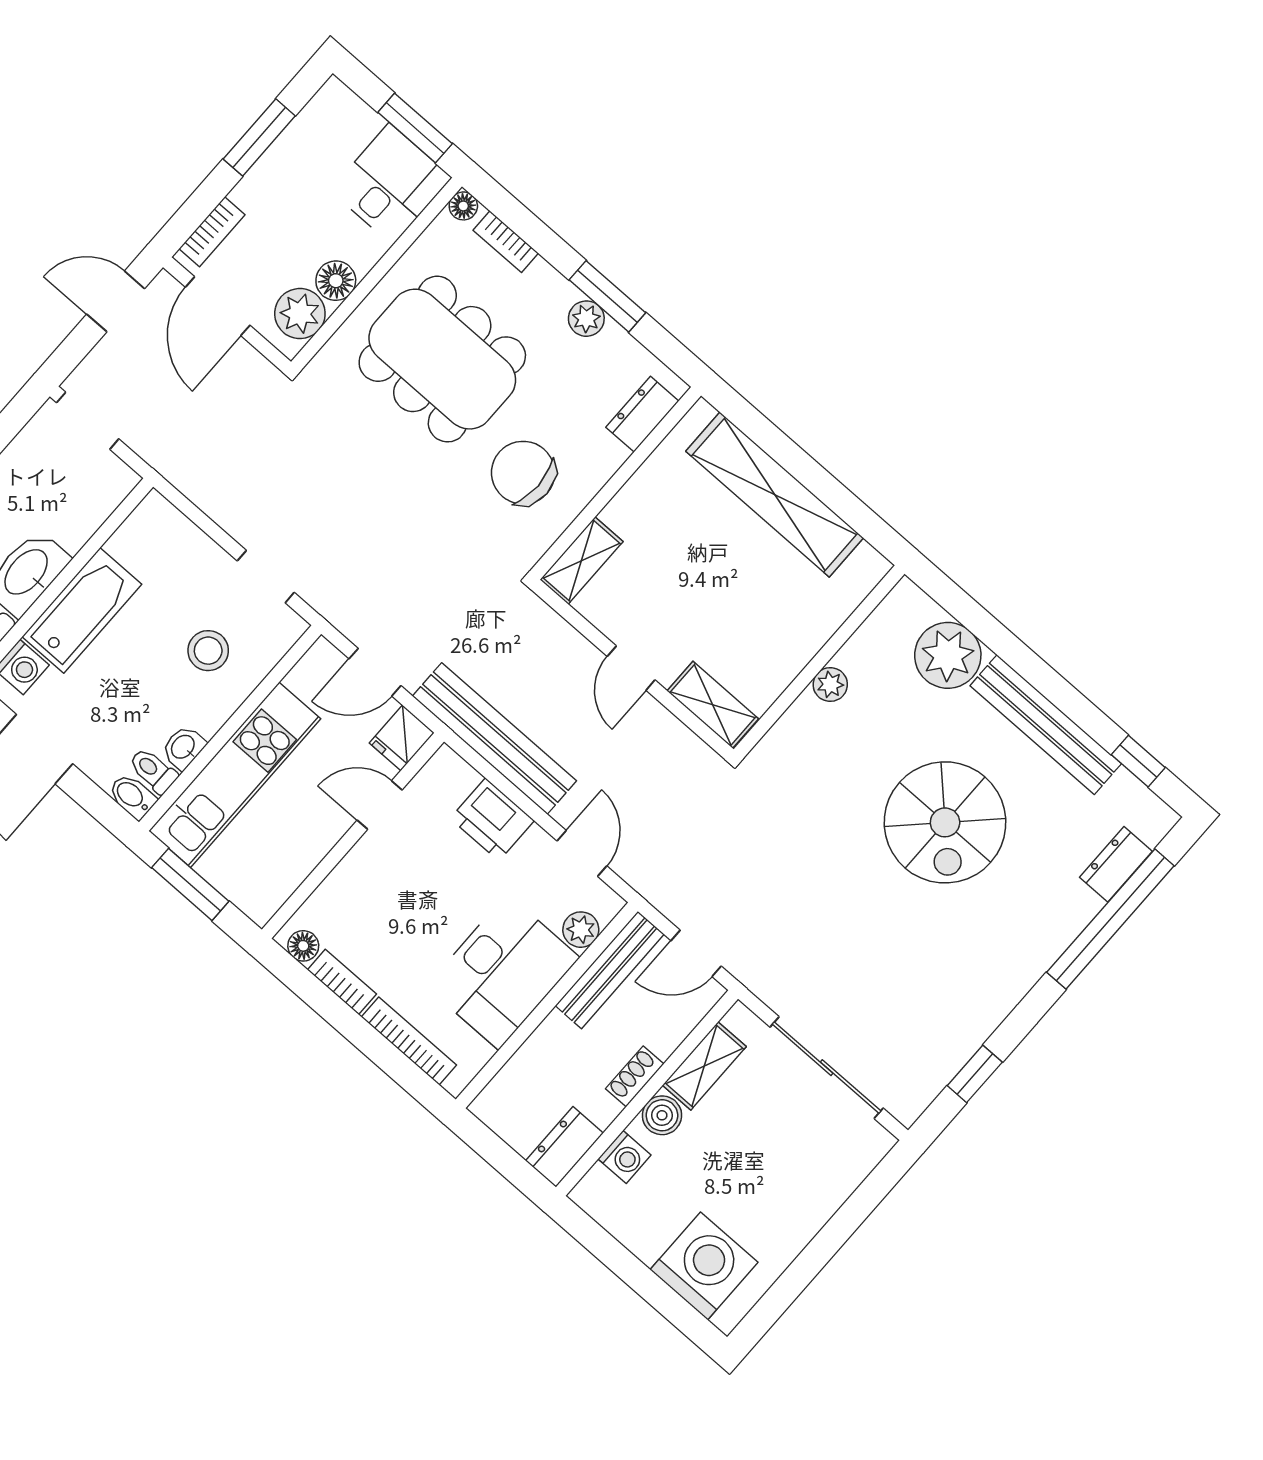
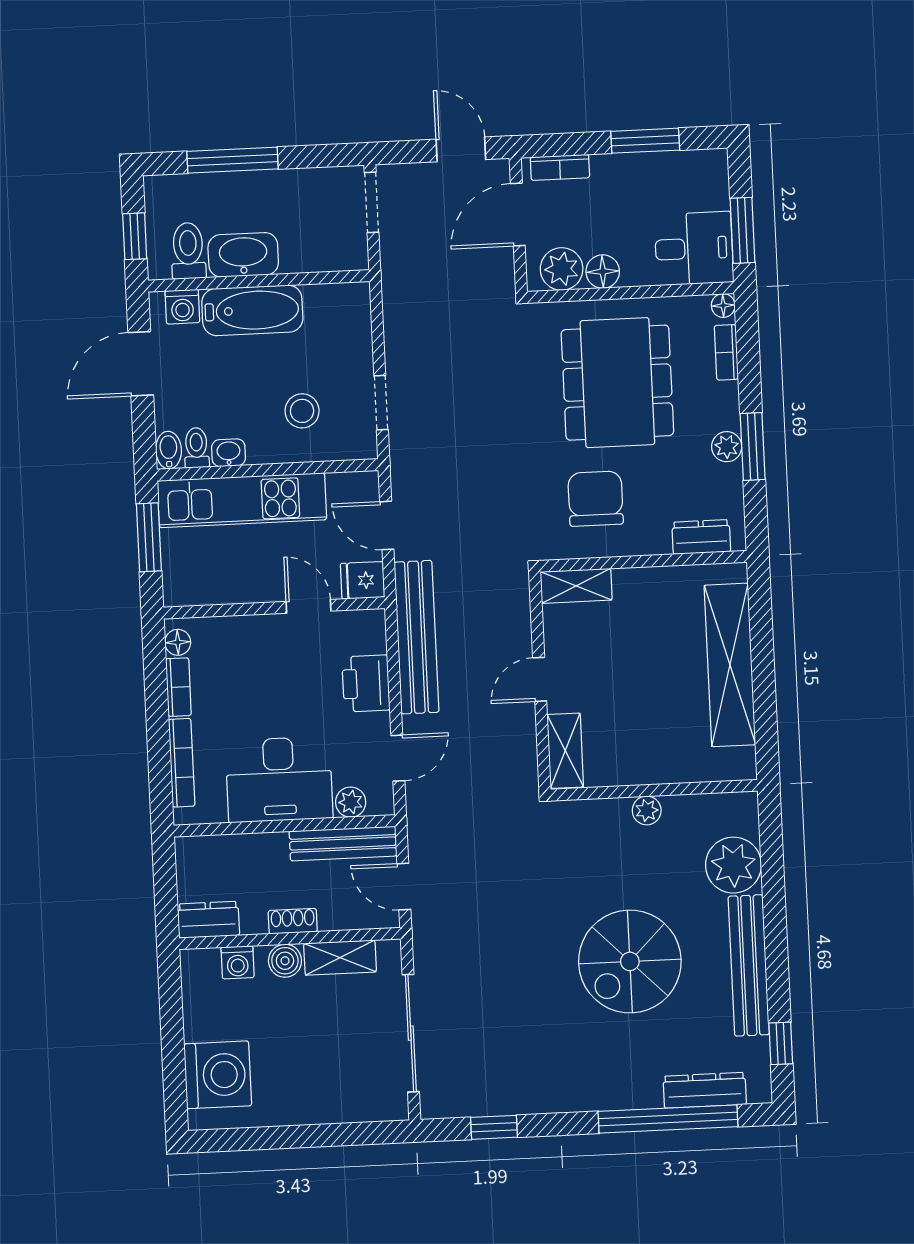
dresser: (1116, 864) -> (705, 1090), width x1.44

